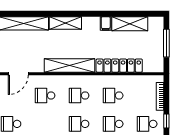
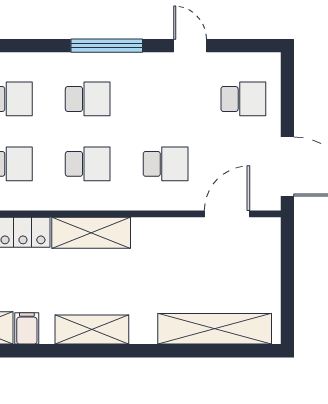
shelving: (65, 23) -> (92, 330), moved
shelving: (70, 65) -> (91, 233), width x0.68

